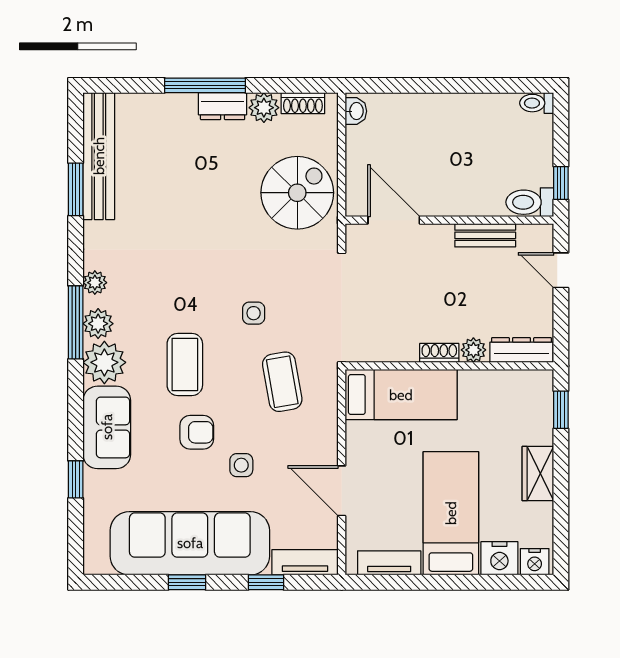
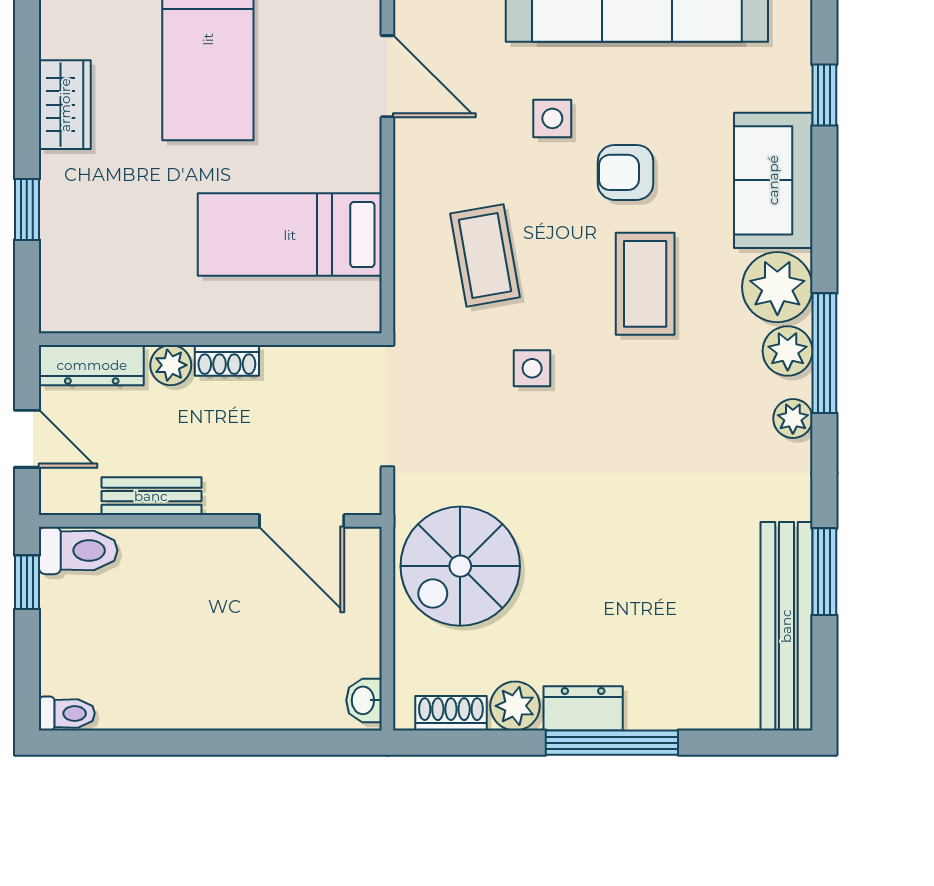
plant: (473, 350) -> (171, 365), moved
dresser: (522, 350) -> (92, 365), moved
shoe rack: (439, 353) -> (227, 360), moved
wall: (449, 366) -> (210, 339), moved

